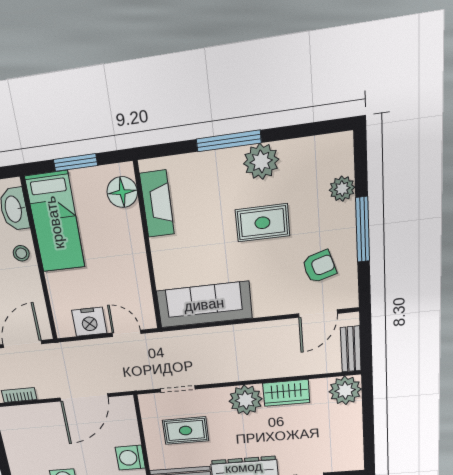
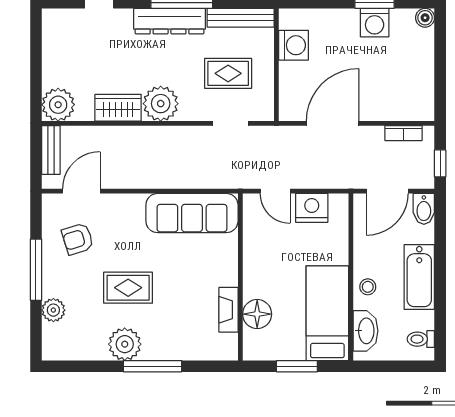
floor lamp: (122, 192) -> (257, 314), moved
fireplace: (157, 204) -> (229, 310), width x0.73, depth x0.76

